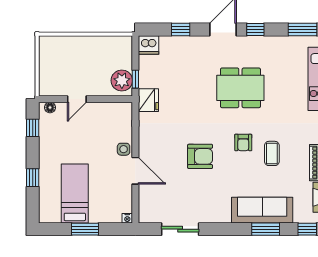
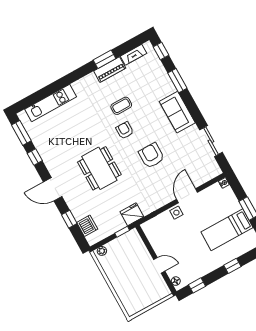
window: (255, 29) -> (35, 157), moved
dishwasher: (148, 45) -> (87, 226), moved
plant: (122, 81) -> (102, 251), moved, width x0.53, depth x0.53
dining table: (240, 88) -> (99, 168), moved
armchair: (243, 142) -> (125, 130), turned -90
sofa: (262, 210) -> (177, 112), moved, width x0.73

